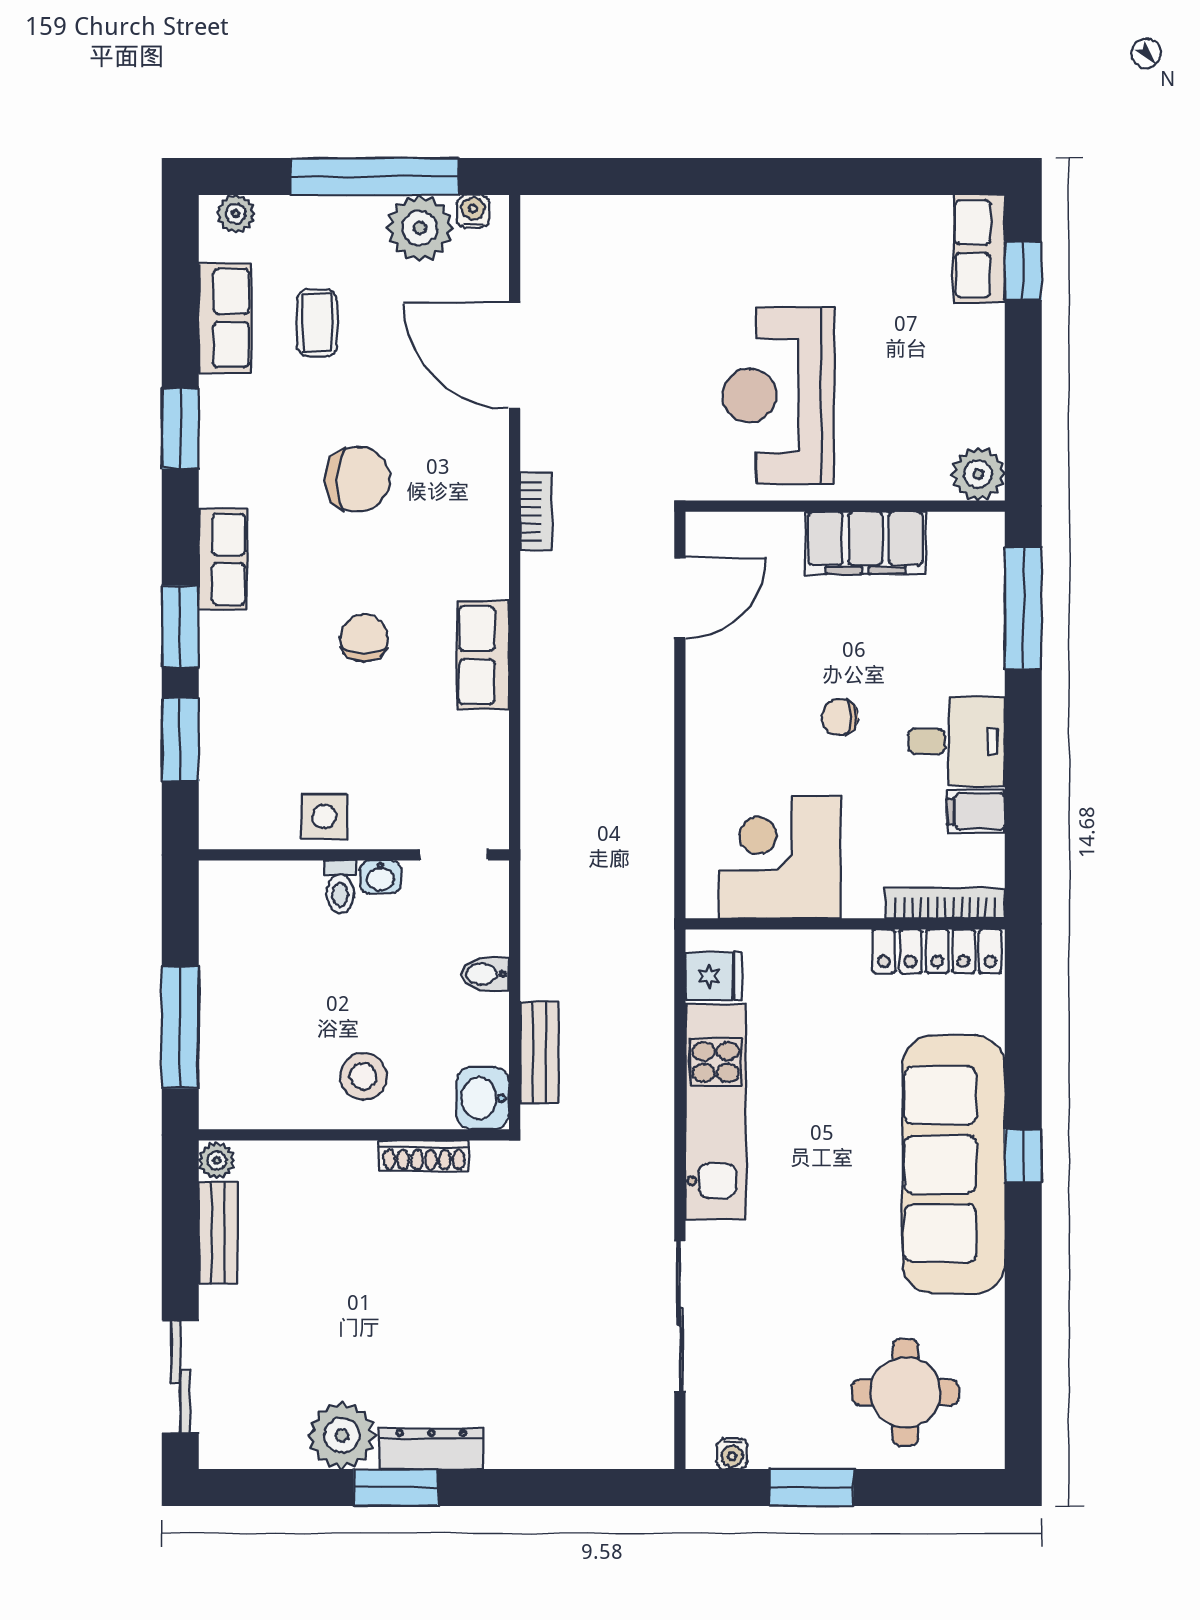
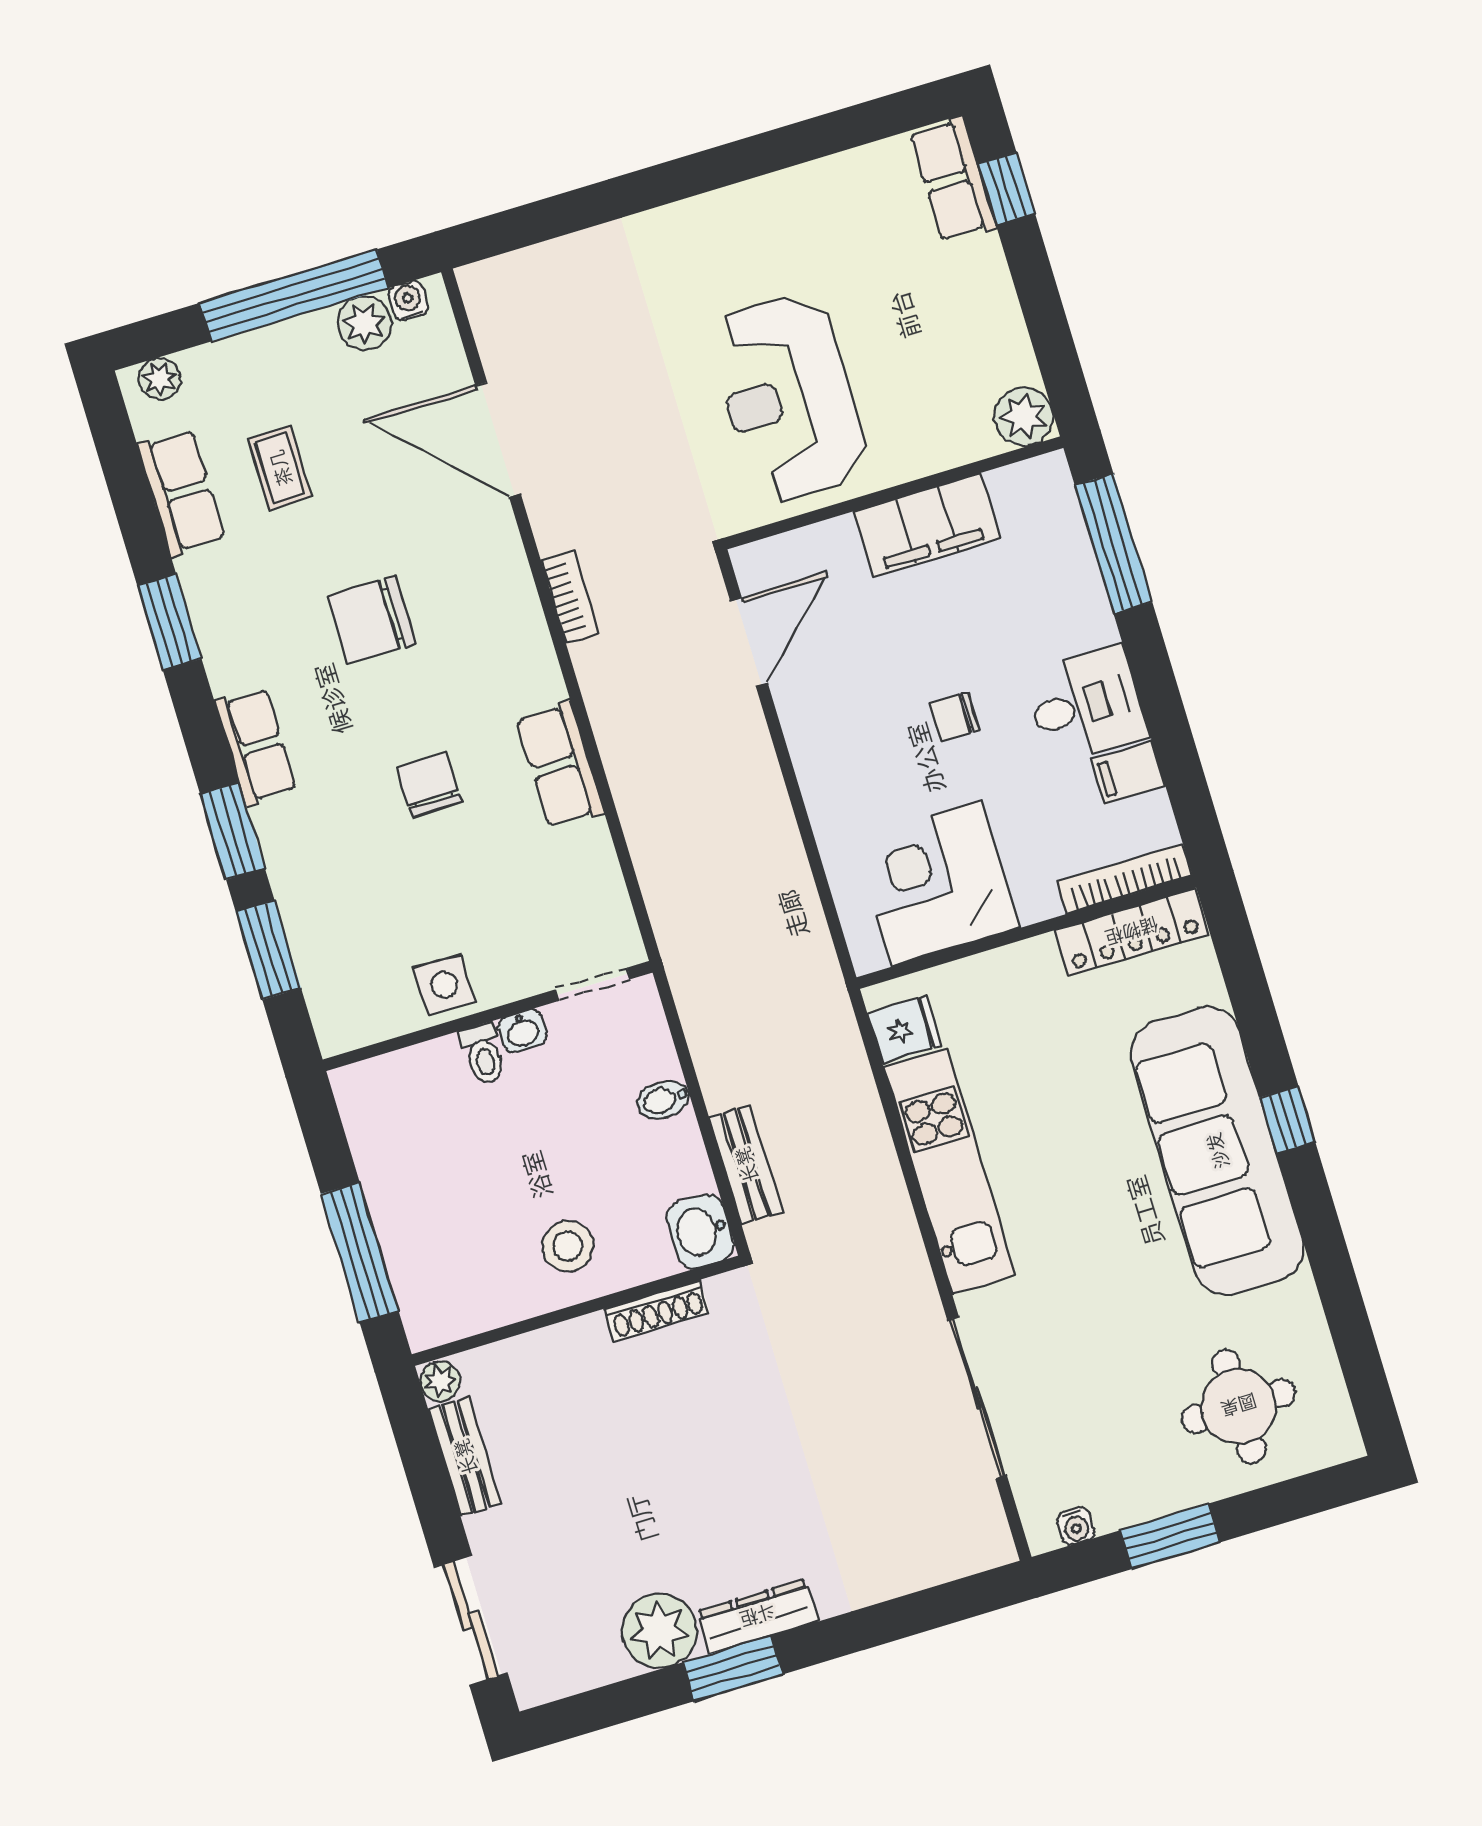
plant: (420, 228) -> (364, 323), width x0.73, depth x0.73
chair: (357, 479) -> (372, 620), turned 180

